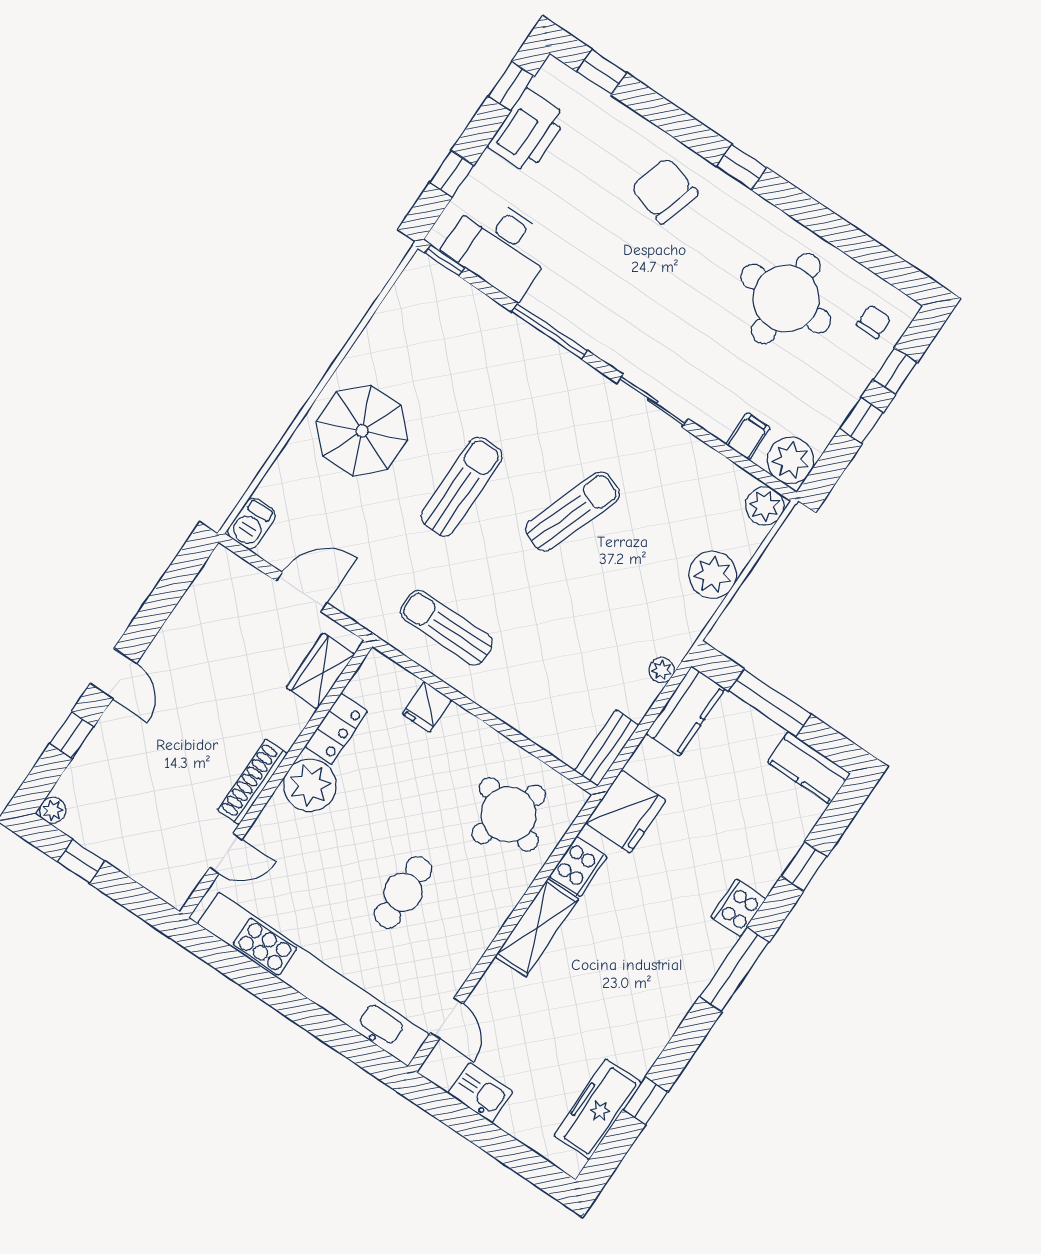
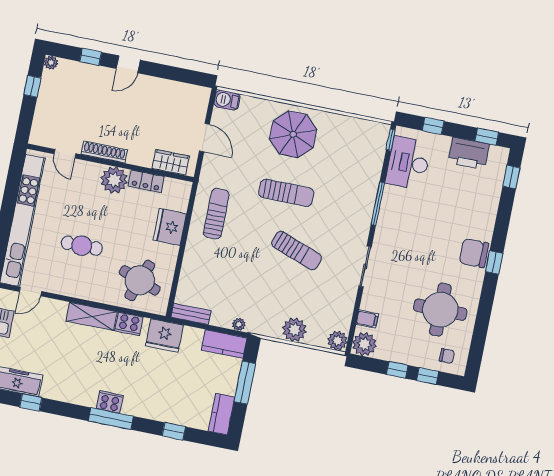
chair: (664, 191) -> (474, 253), moved, turned -106
fridge: (427, 707) -> (170, 227), width x1.88, depth x1.34
cooker: (738, 908) -> (110, 402), moved

